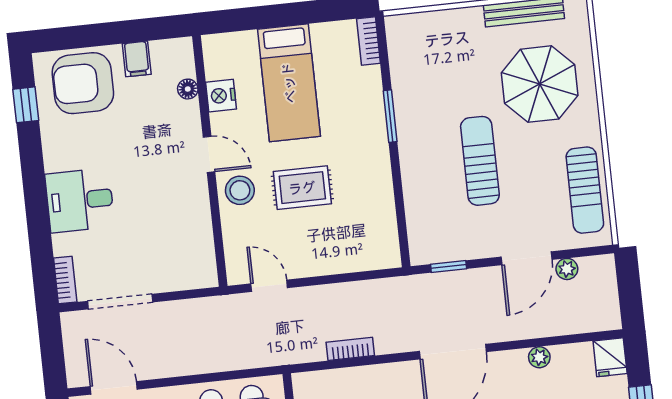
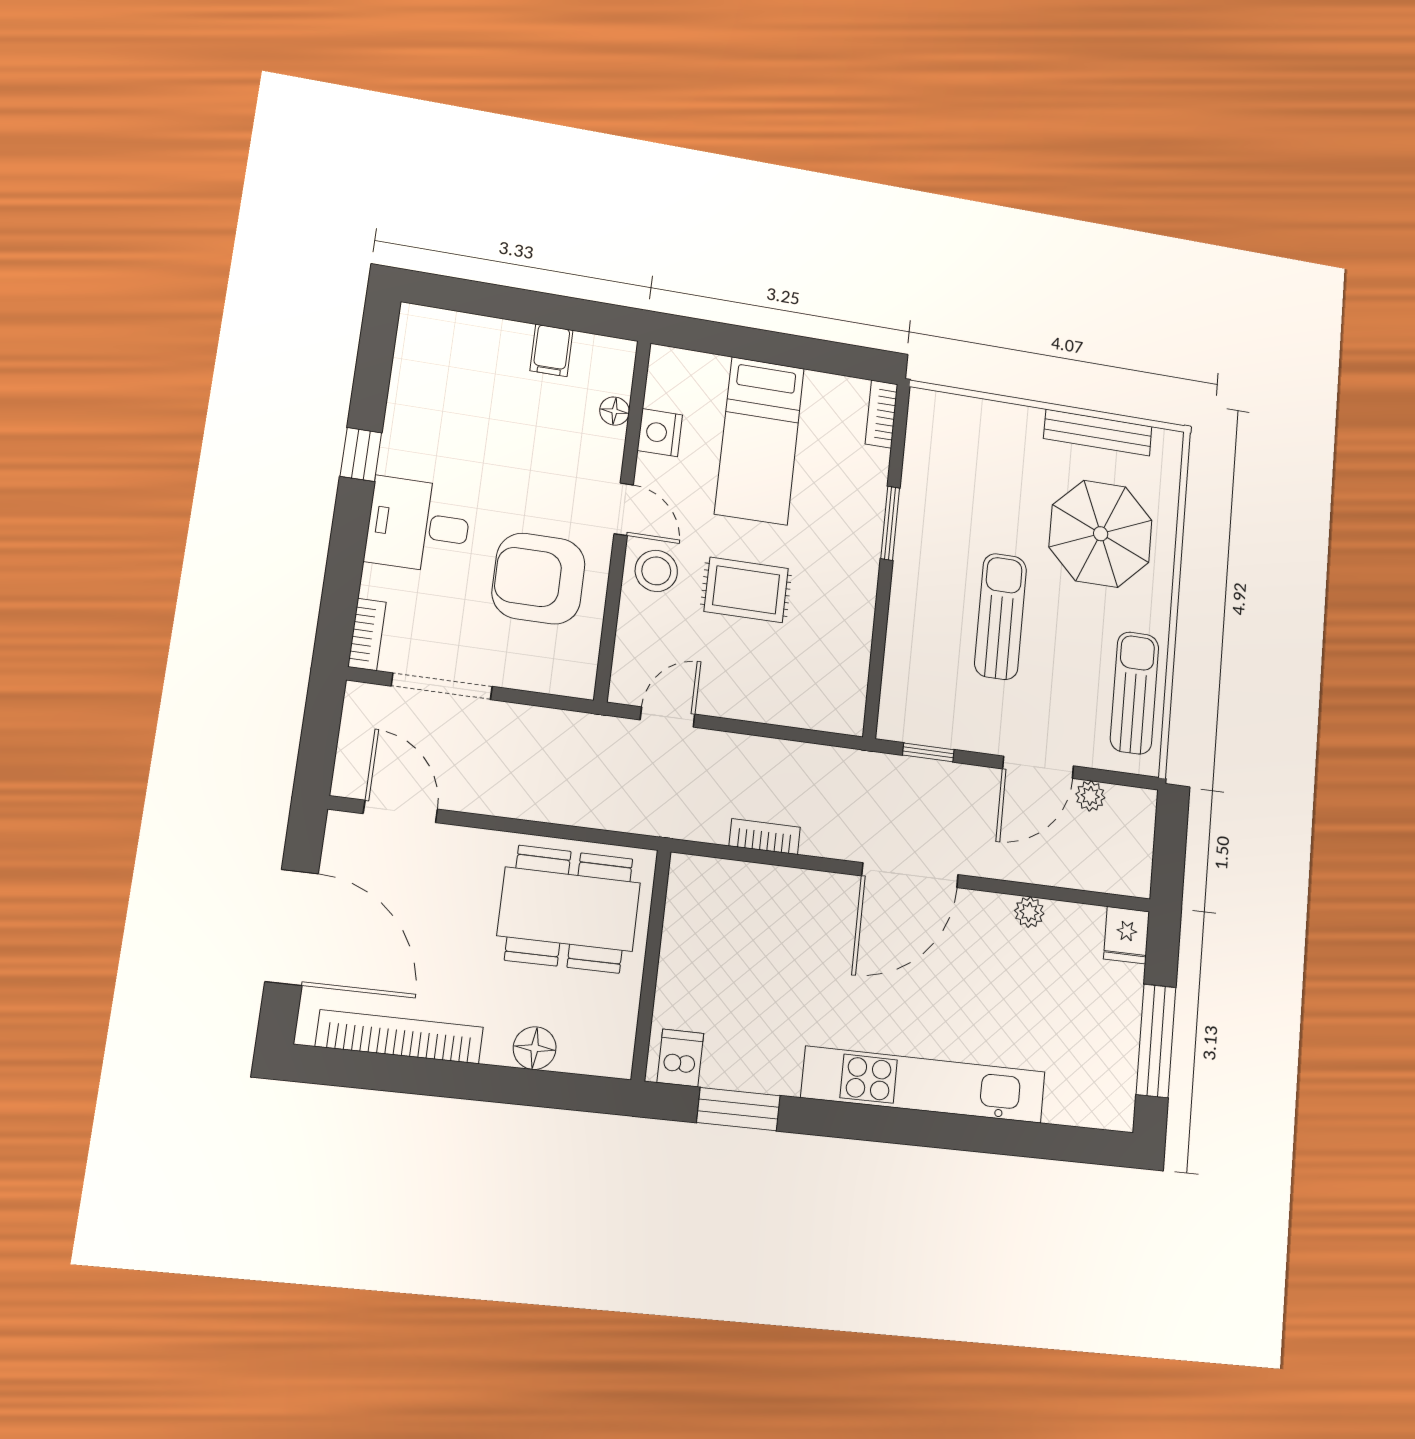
armchair: (83, 83) -> (539, 579), moved
window: (26, 105) -> (361, 455), moved
sun lounger: (585, 190) -> (1134, 693), turned 180
door: (269, 286) -> (668, 717), hinge flipped

